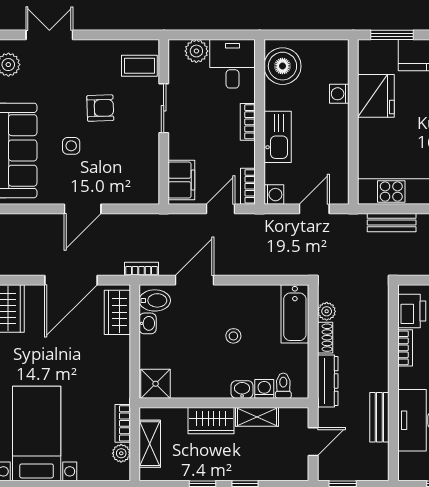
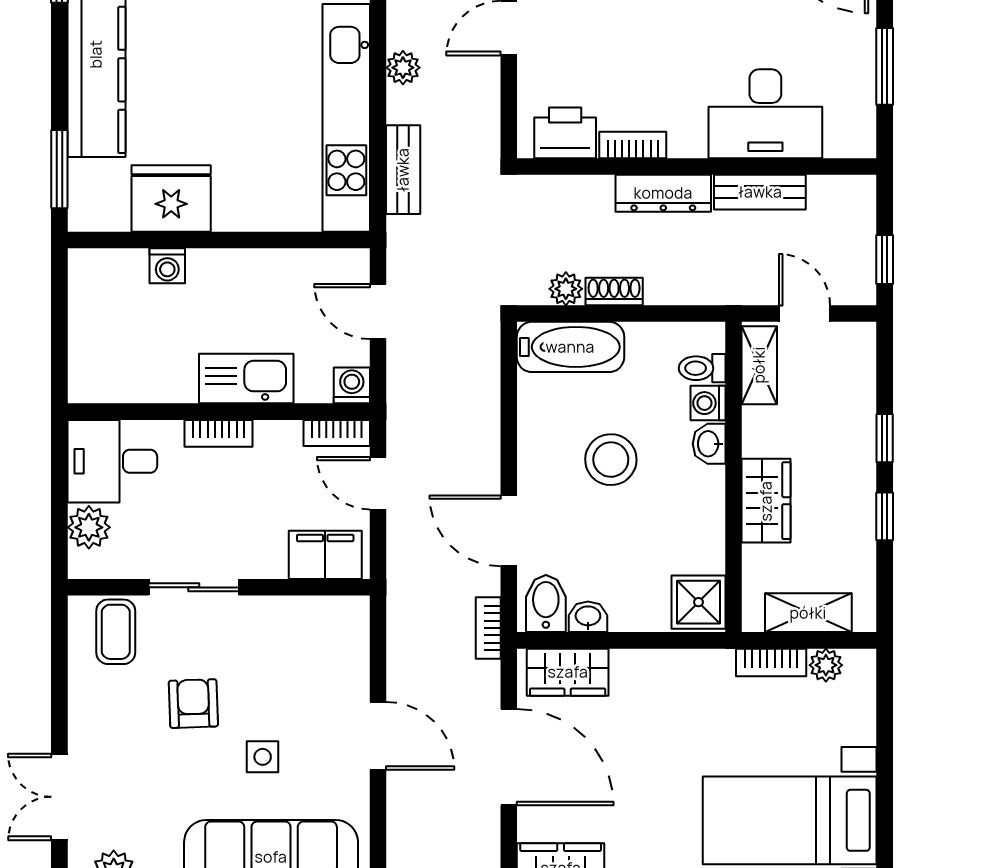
boiler: (282, 66) -> (116, 370), removed
stool: (233, 336) -> (611, 460), width x1.89, depth x1.89
dresser: (328, 381) -> (663, 193), moved, turned 180
shelving: (257, 417) -> (759, 365), moved

